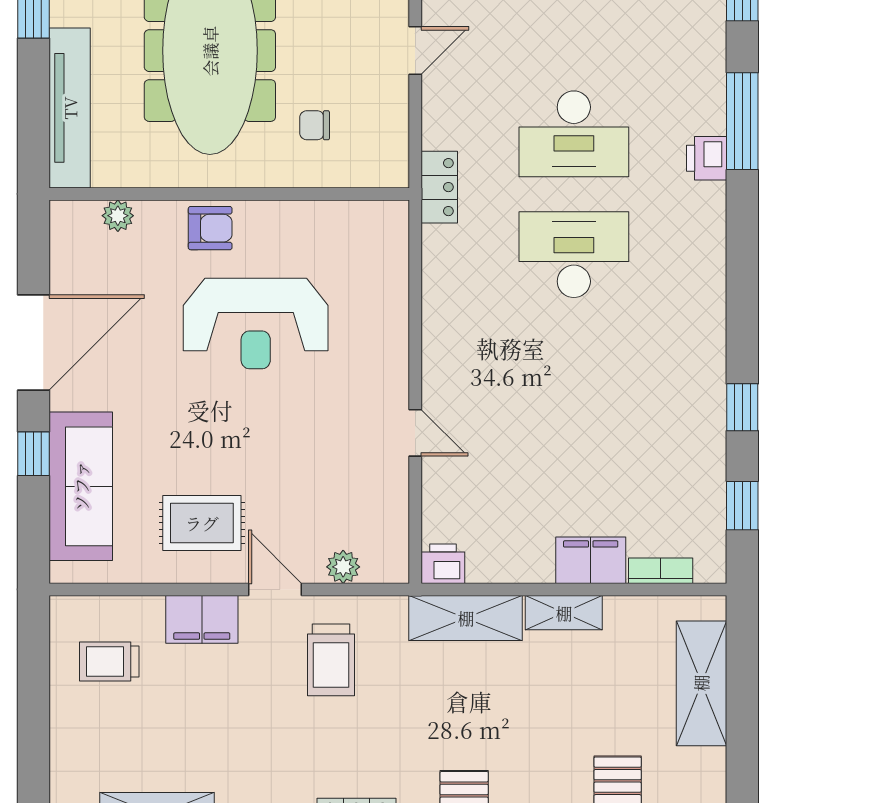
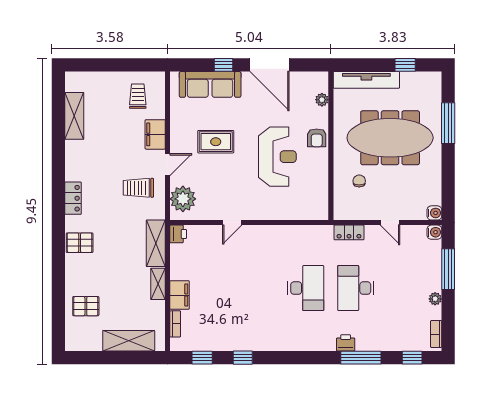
locker: (439, 187) -> (349, 232), moved
reception desk: (256, 324) -> (277, 157), turned 180
rug: (202, 523) -> (216, 142), moved, turned 90
plant: (343, 567) -> (183, 199), width x1.87, depth x1.87

